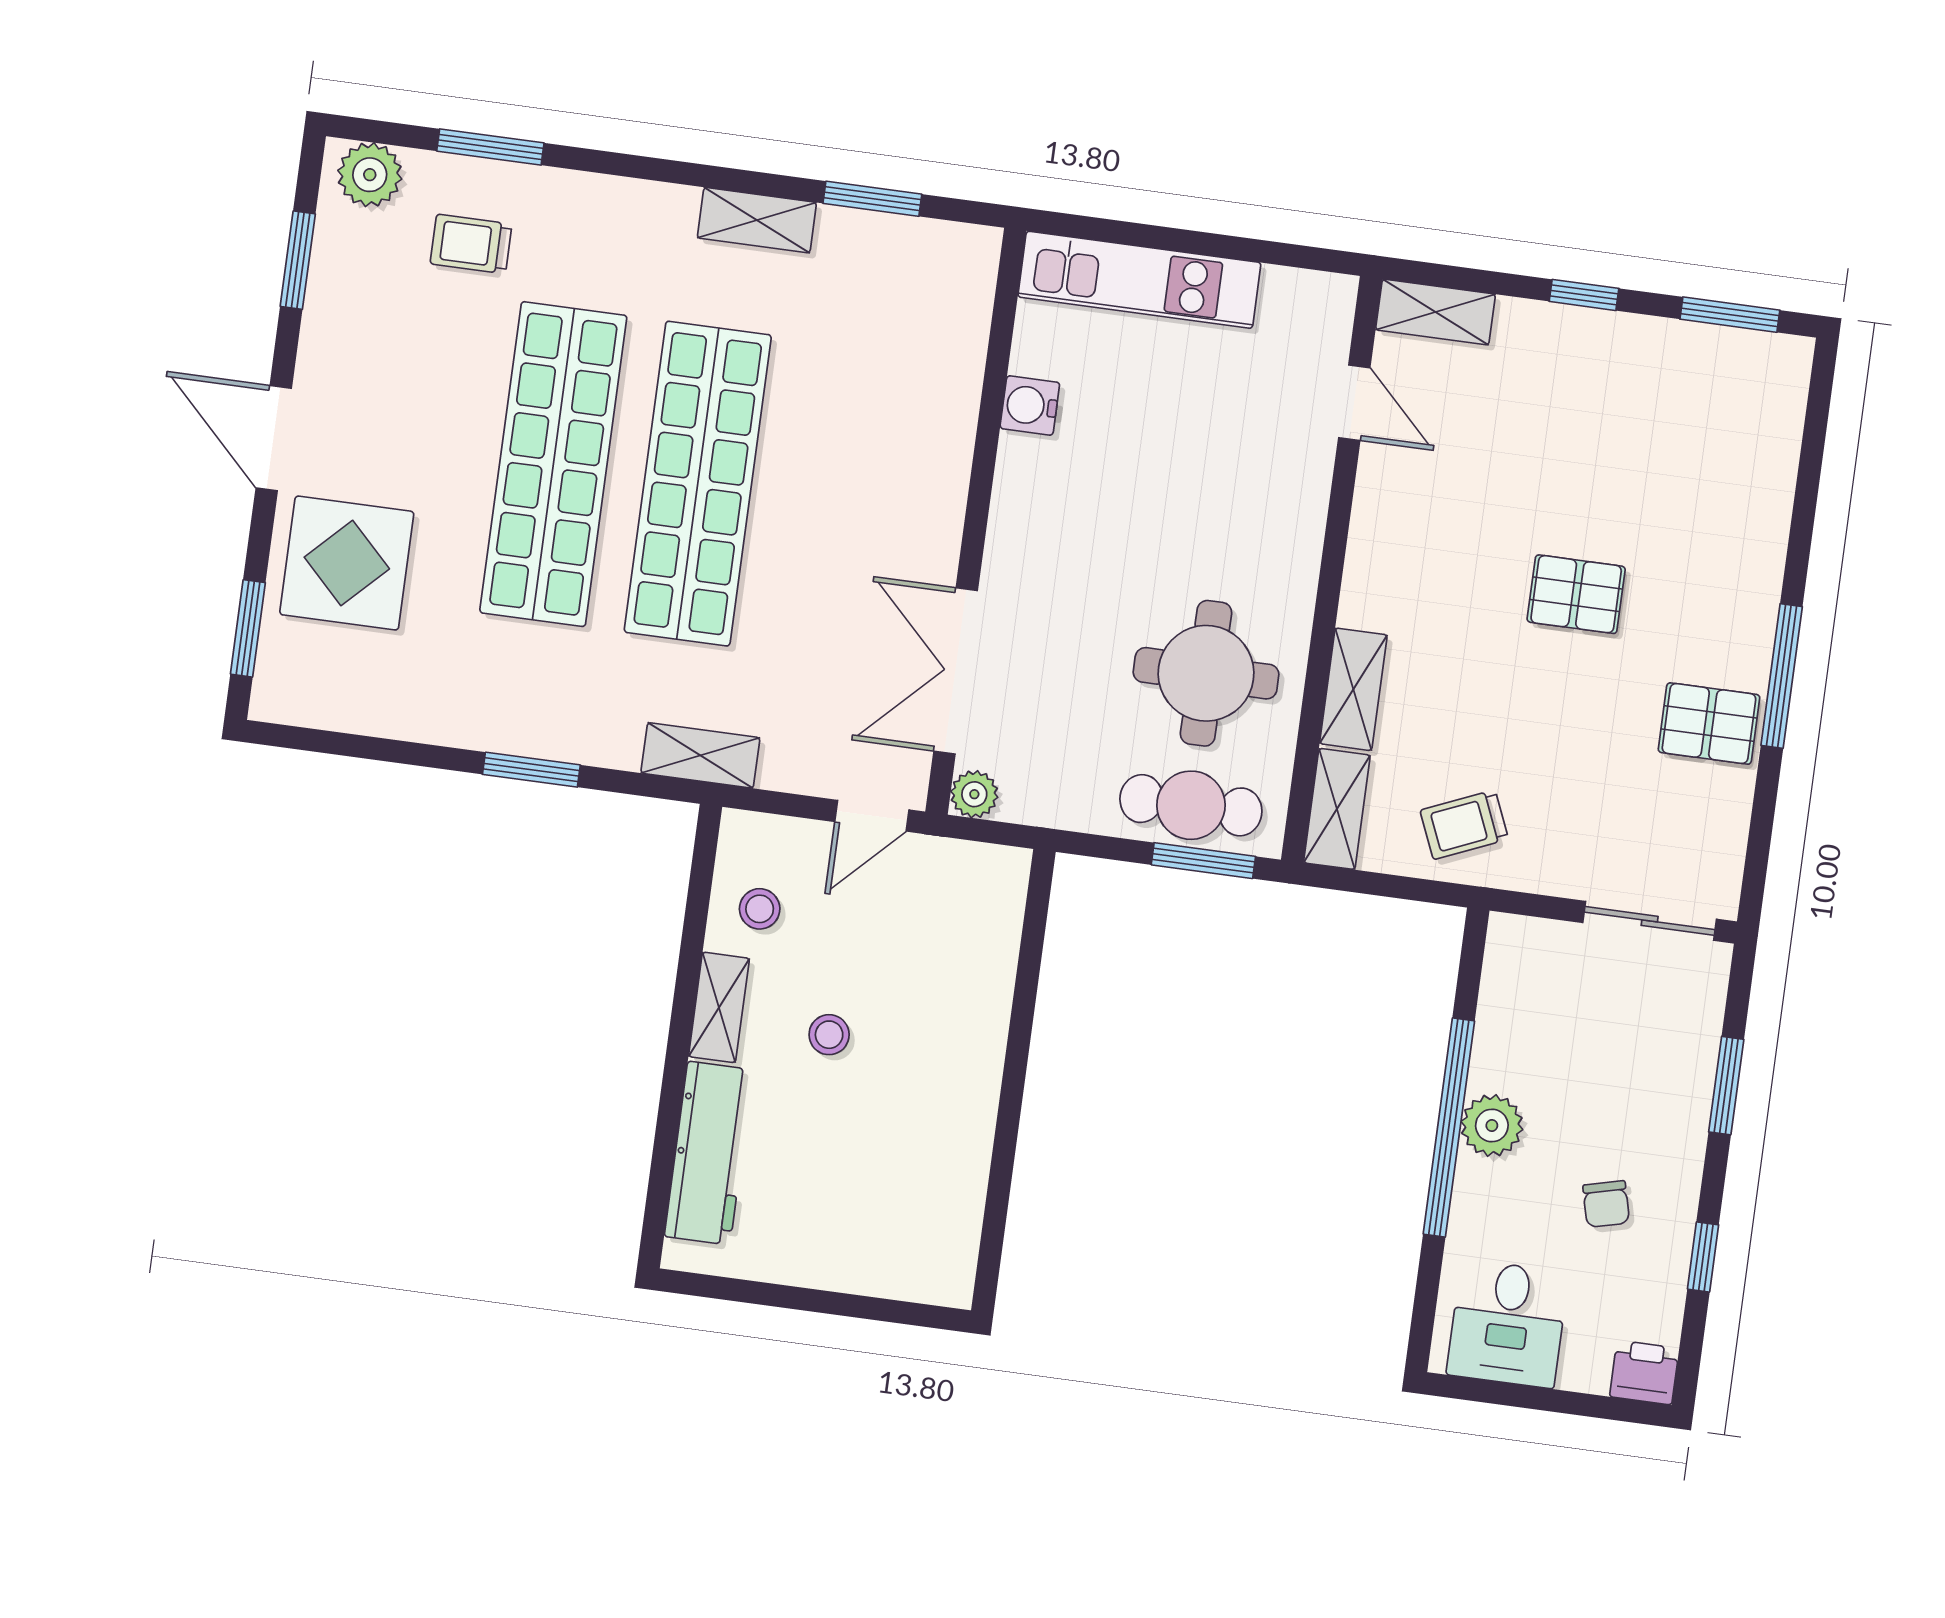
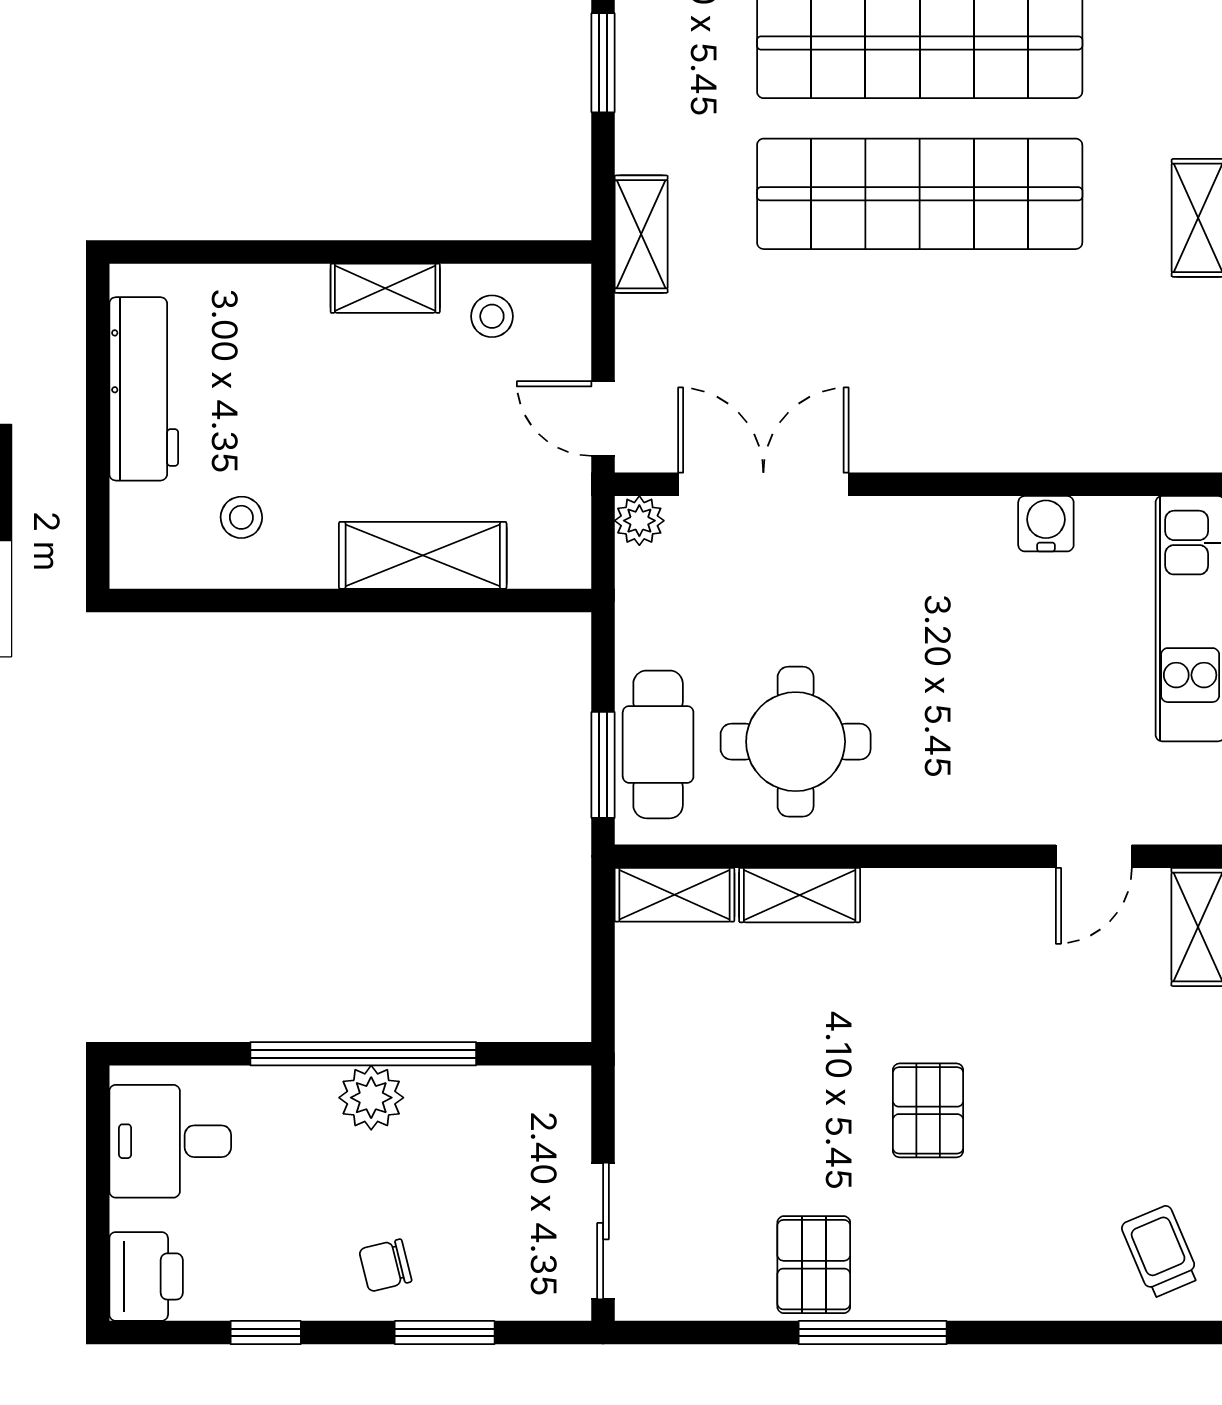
trolley: (1464, 825) -> (1160, 1252), moved
shelving: (980, 1006) -> (423, 555), added
stool: (829, 1035) -> (241, 517), moved
workbench: (709, 1153) -> (144, 389), moved, turned -90
chair: (1606, 1204) -> (385, 1265), moved
printer: (1644, 1373) -> (146, 1276), width x1.36, depth x1.24

